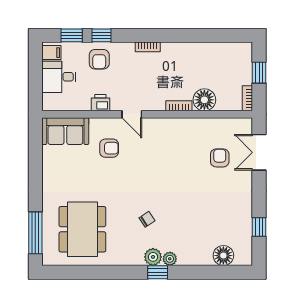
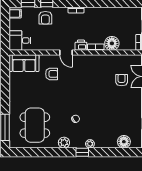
desk: (59, 77) -> (20, 40), moved
printer: (100, 103) -> (81, 45), moved
plant: (153, 257) -> (64, 143), moved

